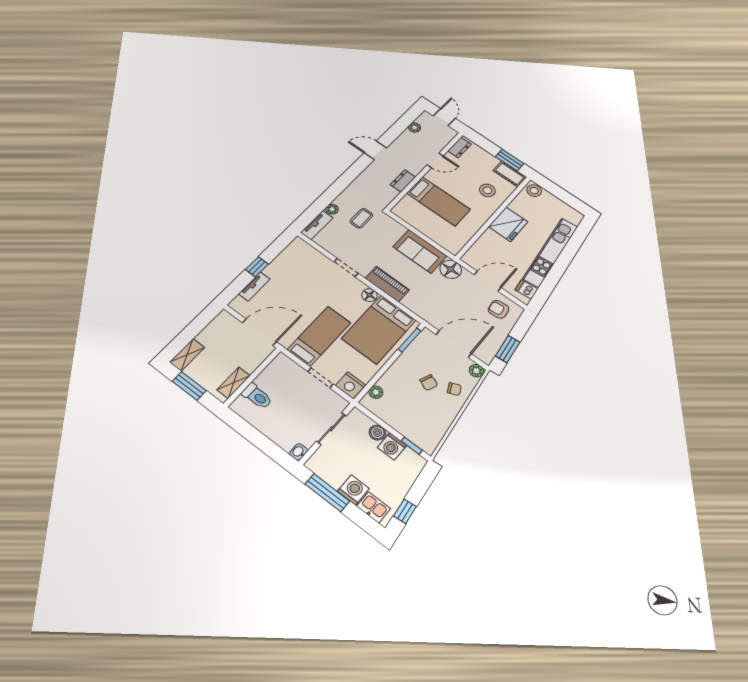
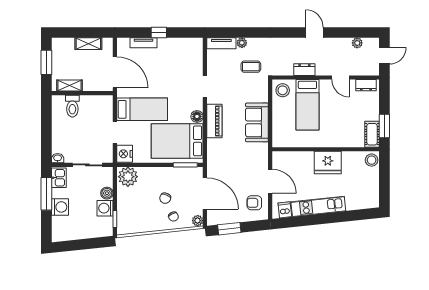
stool: (487, 190) -> (283, 90), moved
kitchen unit: (551, 252) -> (318, 206), width x0.73
floor lamp: (451, 269) -> (260, 152), removed
armchair: (499, 309) -> (254, 203), turned -83
shelving: (187, 355) -> (88, 44), moved
plant: (376, 392) -> (128, 177), width x1.88, depth x1.88
kitchen sink: (374, 507) -> (59, 178), moved
window: (405, 511) -> (71, 246), removed

